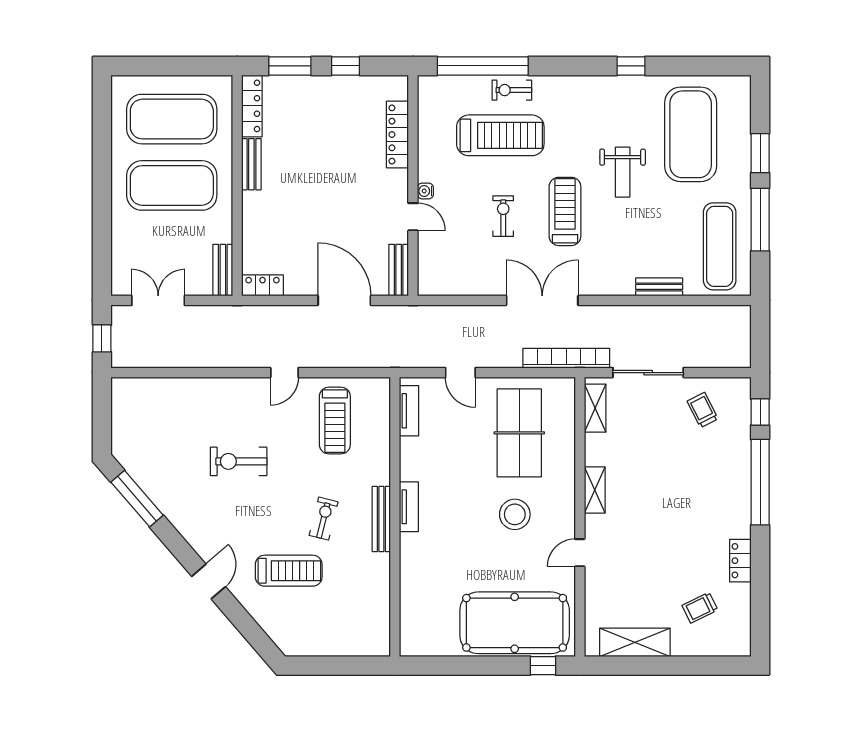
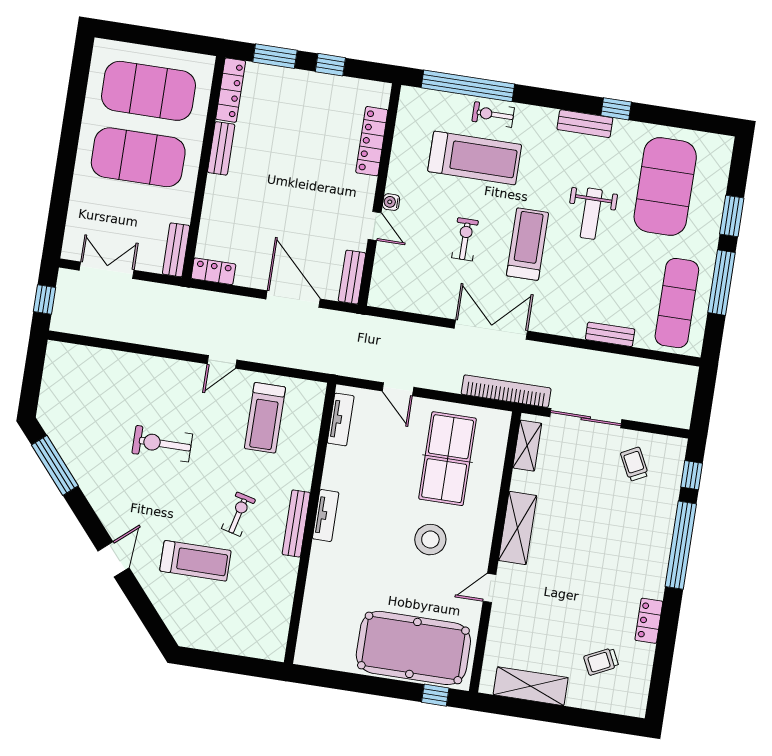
bench: (603, 85) -> (585, 124), added
shelving: (595, 490) -> (518, 528), width x1.50, depth x1.33

